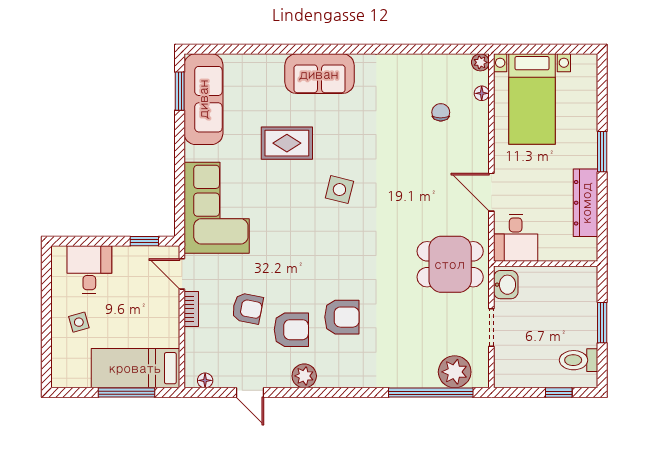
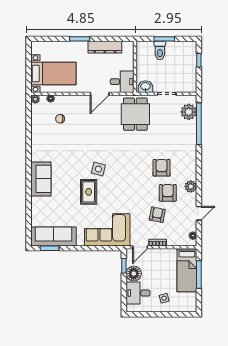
rug: (287, 143) -> (89, 192), moved
floor lamp: (129, 261) -> (134, 274), added
toilet: (579, 360) -> (160, 50), moved

